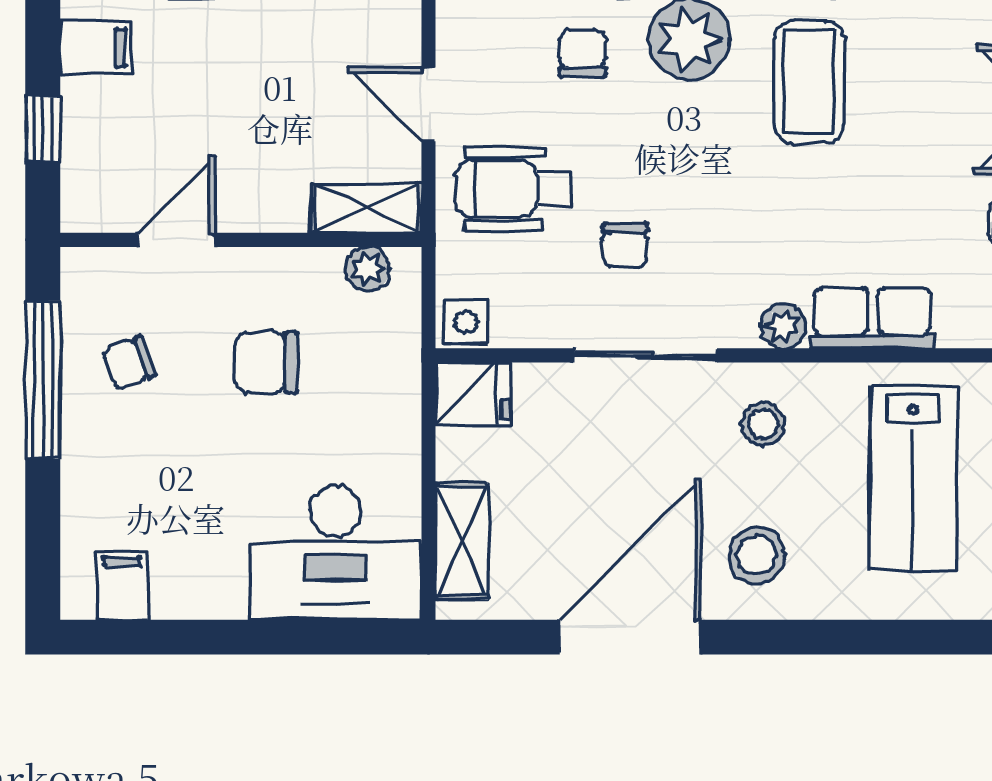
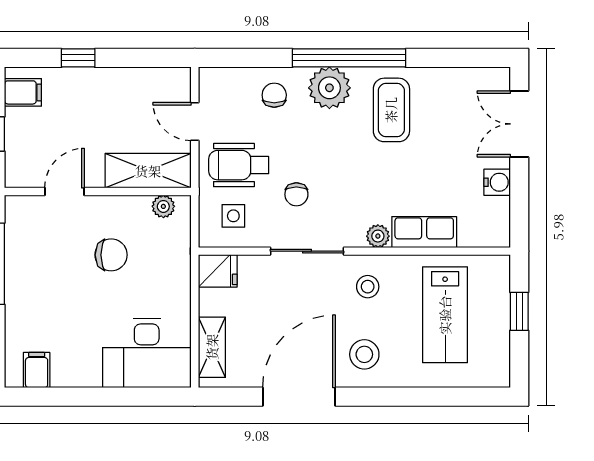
shelving: (366, 208) -> (148, 171), width x1.50, depth x1.33
side table: (466, 322) -> (233, 216), moved
chair: (129, 363) -> (40, 255), removed
chair: (266, 363) -> (111, 255), turned 180

